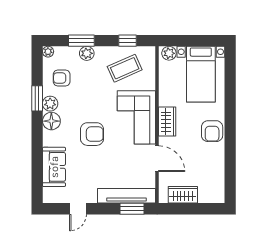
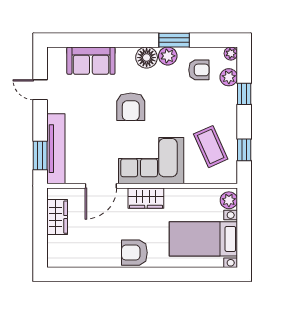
window: (81, 41) -> (244, 94), width x0.67
plant: (87, 53) -> (229, 77), moved
armchair: (62, 78) -> (199, 70), turned 90

